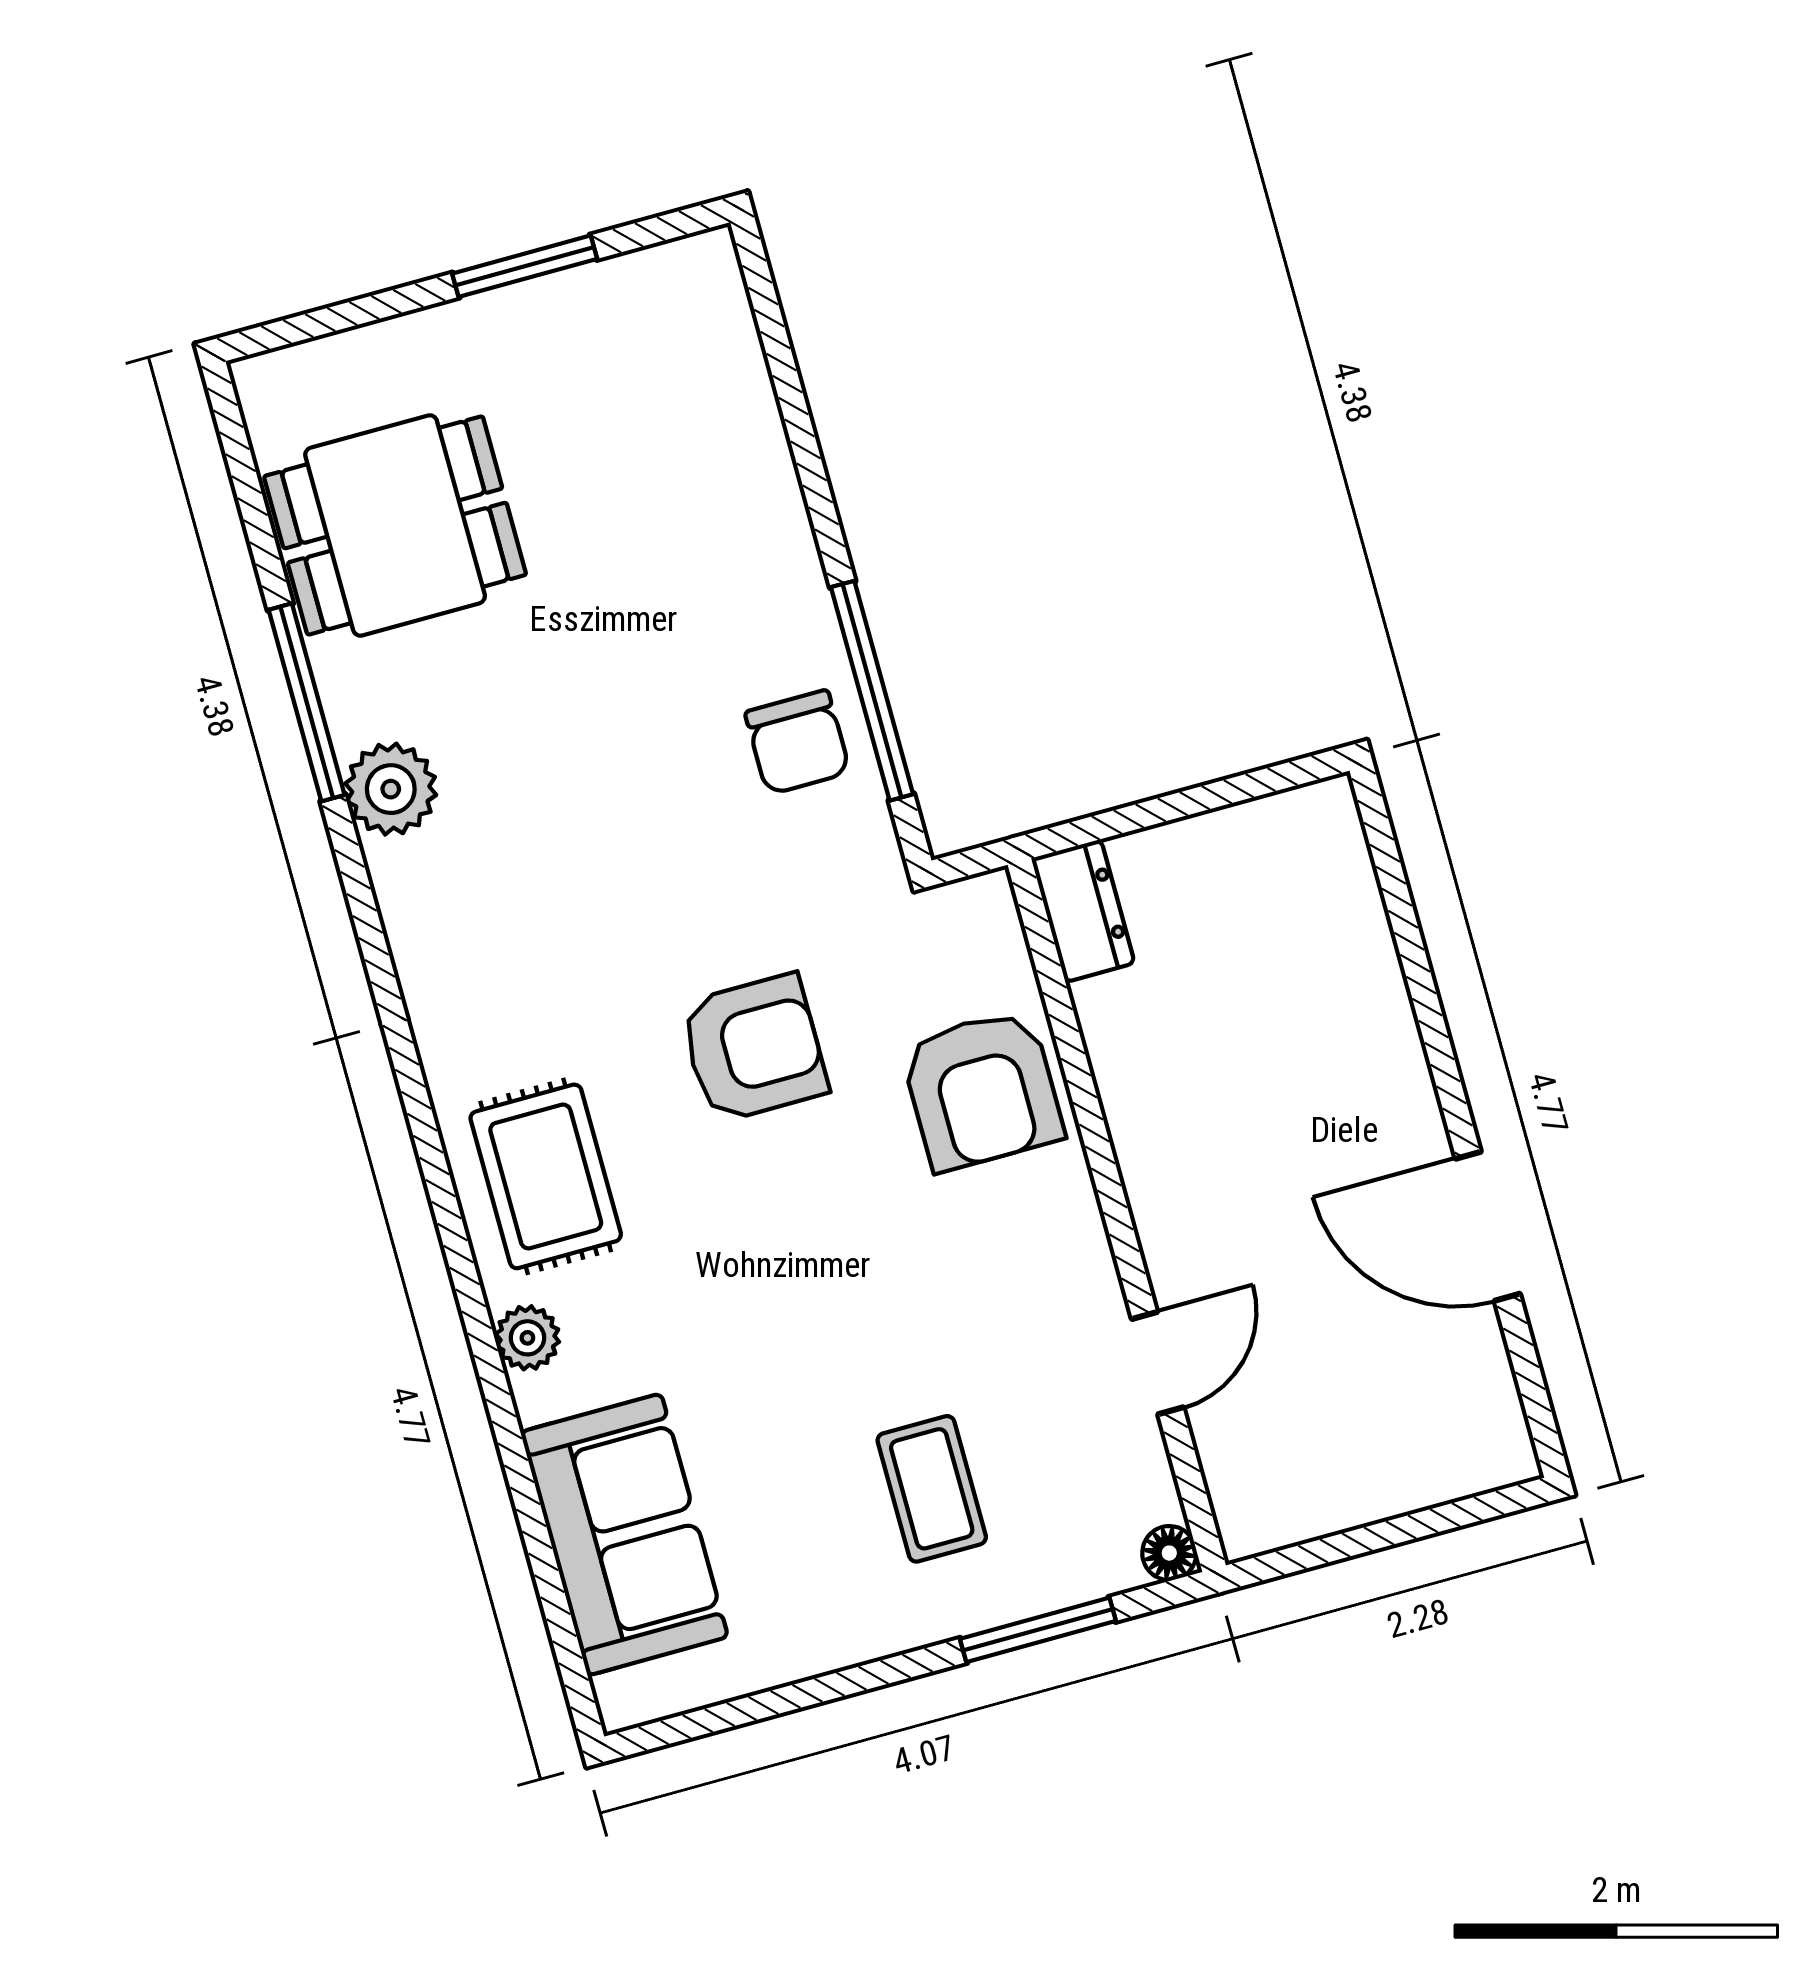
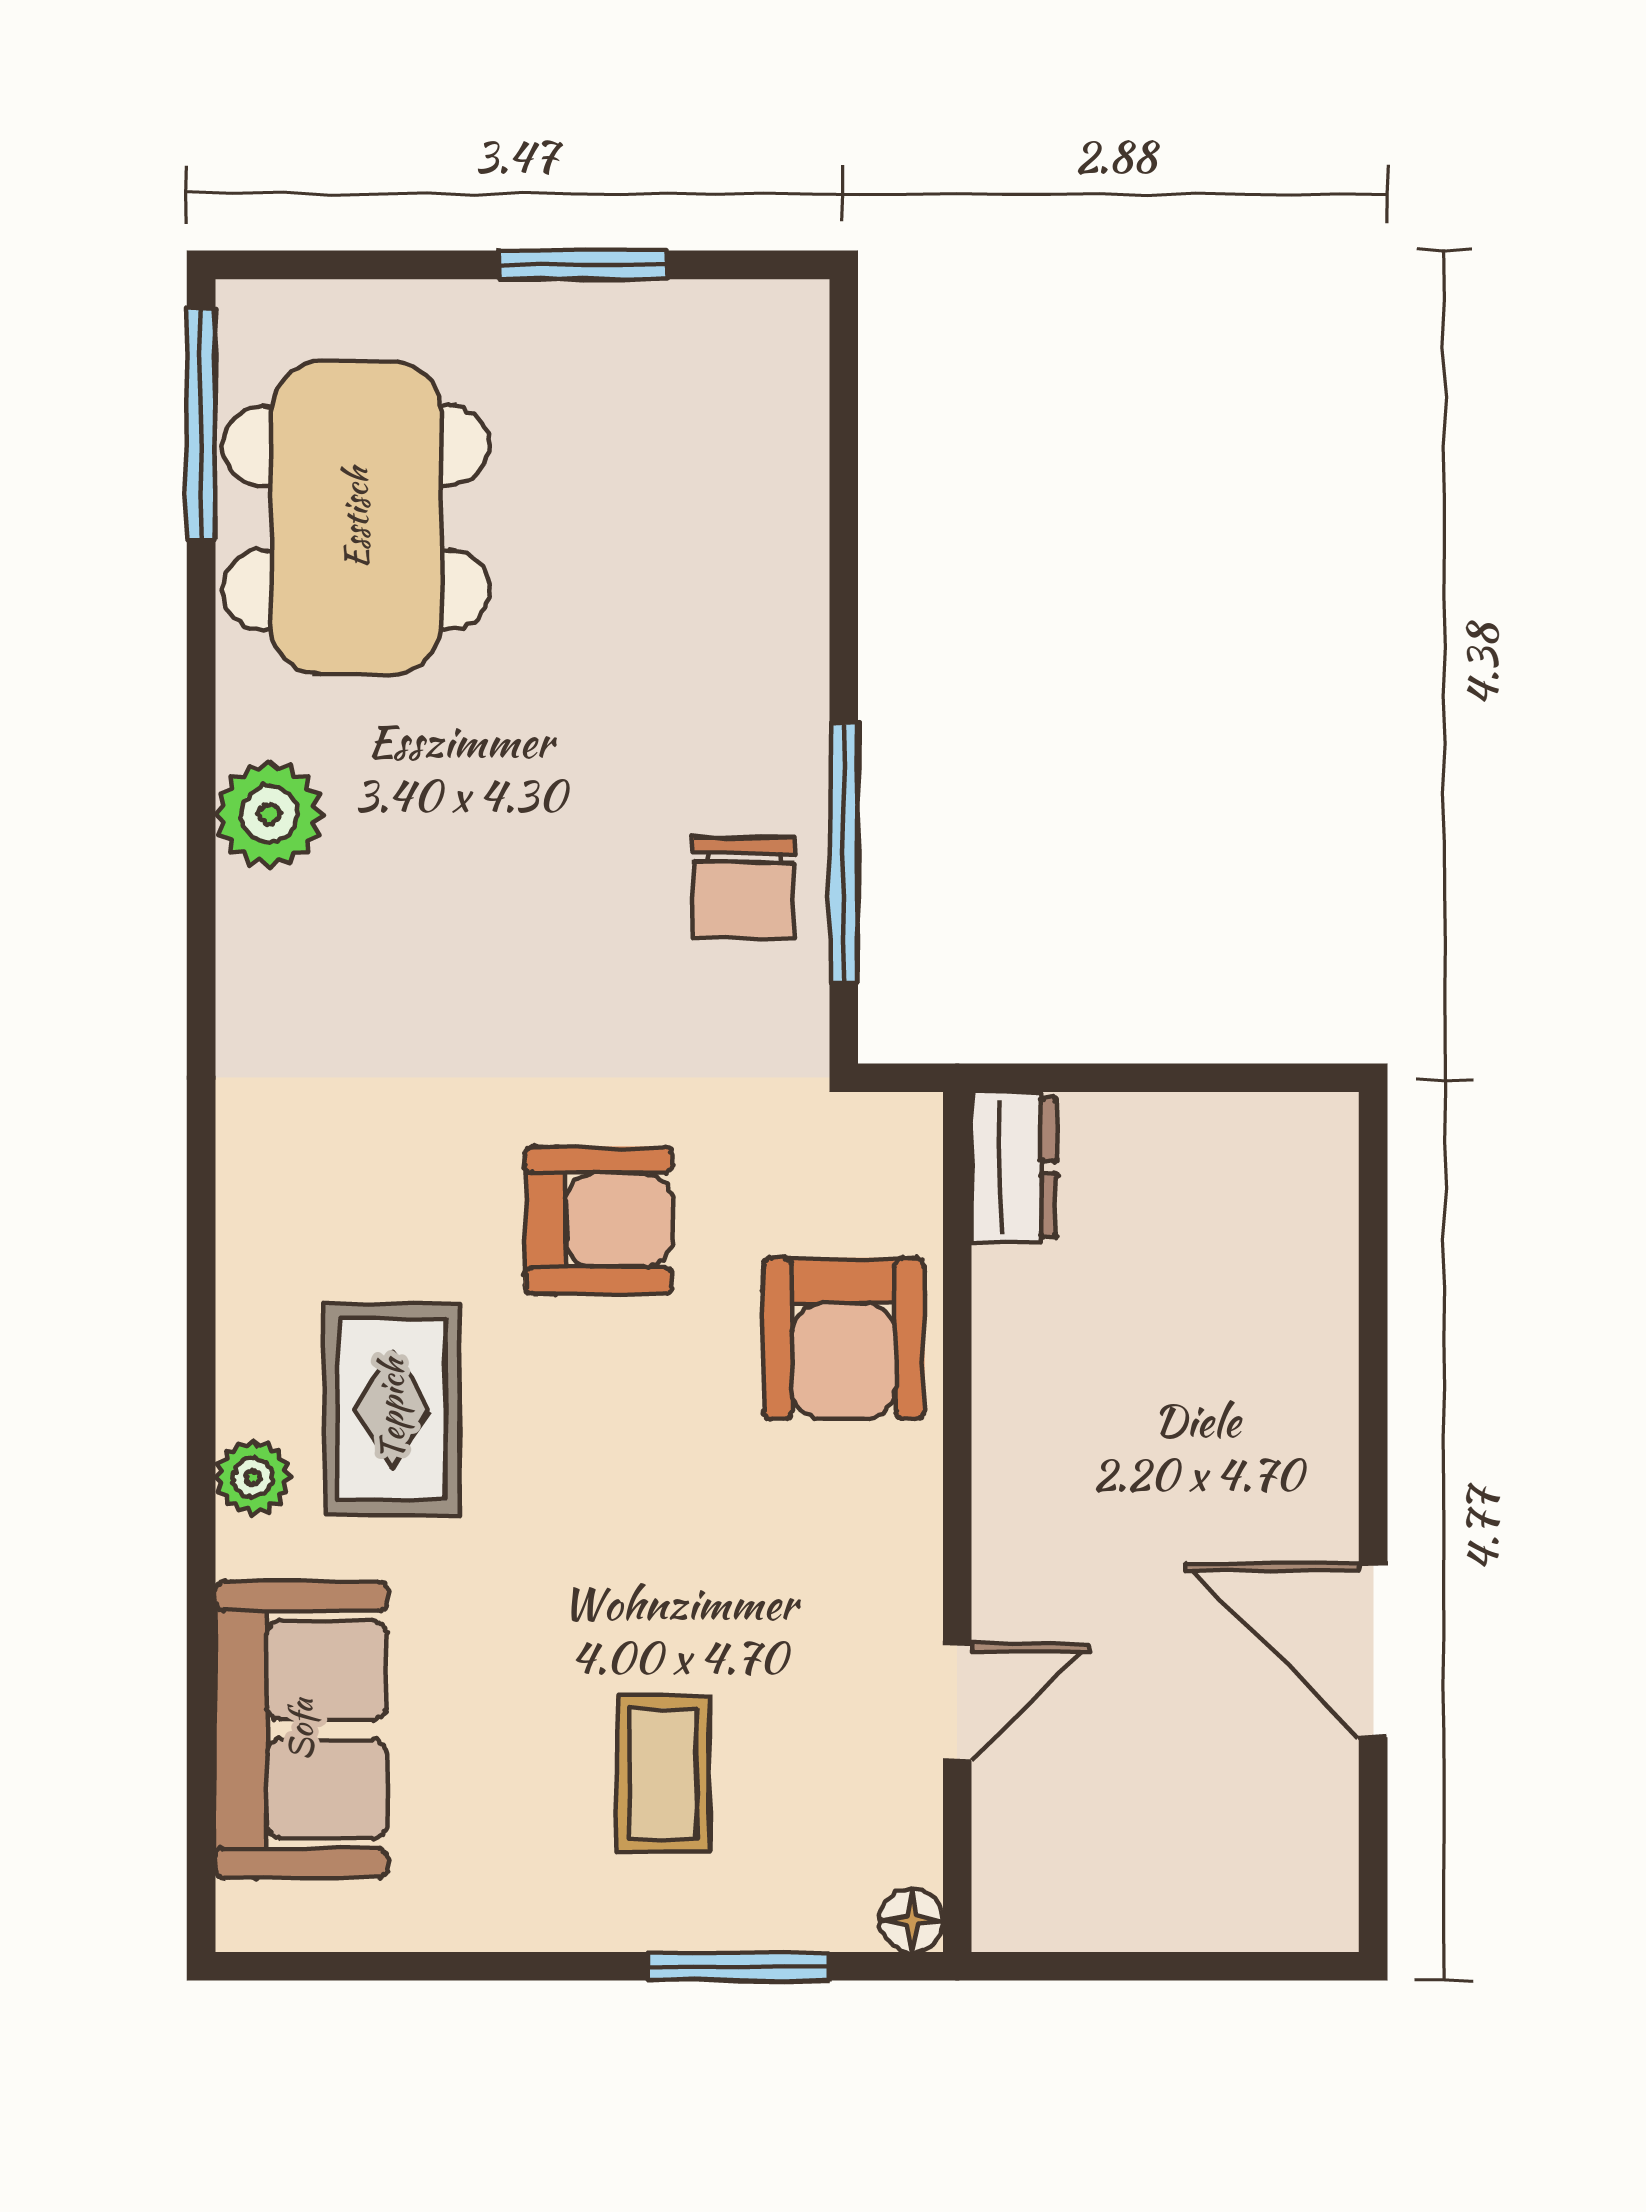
dining table: (395, 525) -> (356, 518), width x1.38
window: (307, 702) -> (201, 424), moved
rug: (546, 1176) -> (392, 1410), moved

